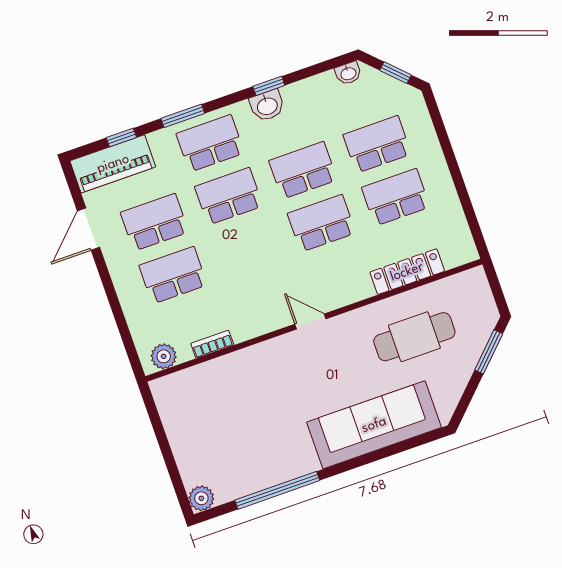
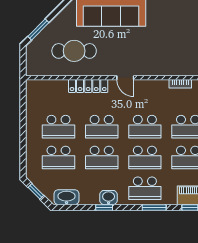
washbasin: (348, 73) -> (67, 197), width x1.91, depth x1.45
school desk: (247, 249) -> (145, 127), added
locker: (407, 272) -> (88, 86), moved

